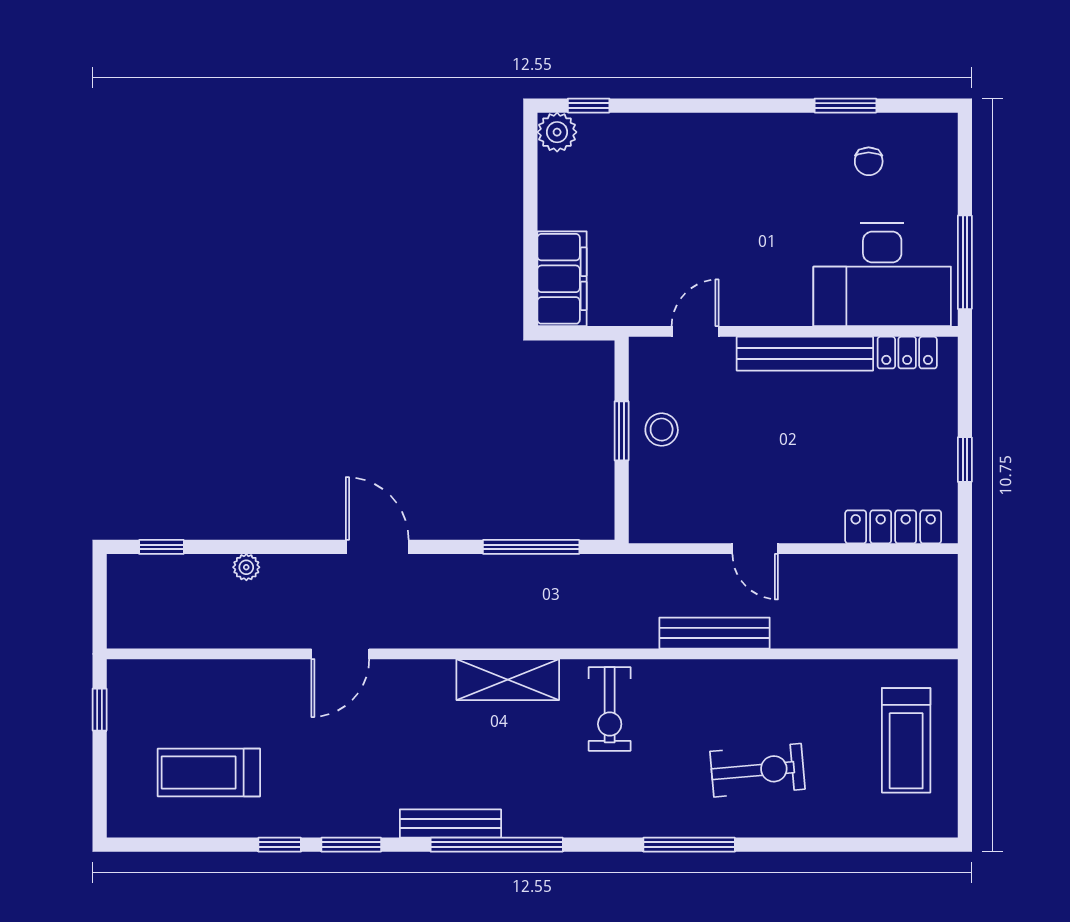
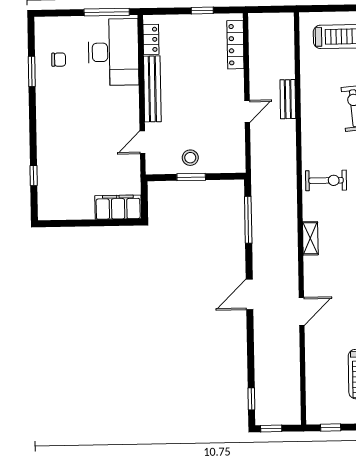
window: (589, 106) -> (34, 175), moved
plant: (557, 132) -> (47, 211), removed
door: (695, 331) -> (142, 142), hinge flipped
plant: (246, 567) -> (260, 358), removed
window: (100, 587) -> (271, 429), added
bench: (715, 633) -> (288, 99), moved, width x0.73
door: (340, 654) -> (302, 311), hinge flipped
shelving: (508, 680) -> (310, 238), width x0.67, depth x0.75

